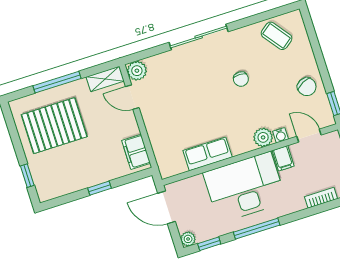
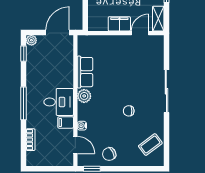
plant: (137, 71) -> (157, 42), removed
door: (309, 136) -> (75, 145), hinge flipped
plant: (263, 137) -> (84, 96), moved
filing cabinet: (136, 152) -> (119, 24), moved
desk: (245, 187) -> (59, 102), width x0.53, depth x0.77
window: (257, 229) -> (24, 103), moved

